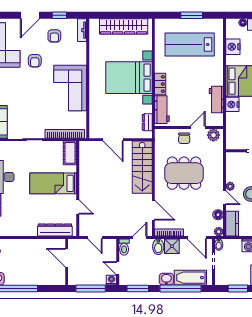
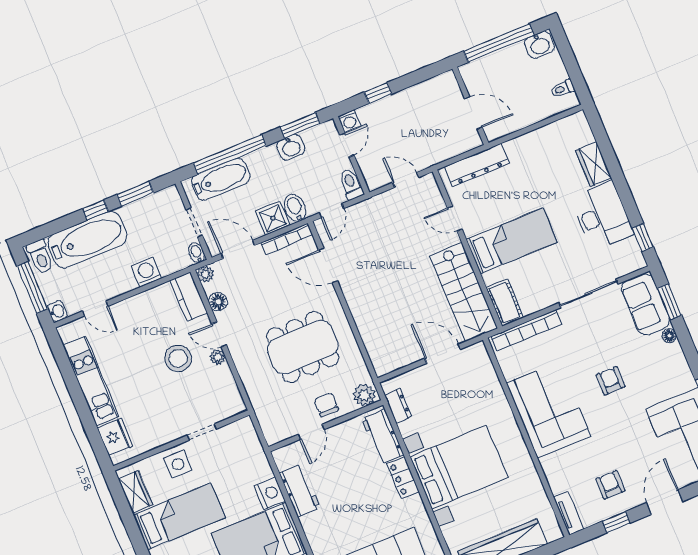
armchair: (35, 61) -> (611, 381), moved
plant: (213, 135) -> (364, 395), moved
stairs: (142, 167) -> (464, 292), moved, turned 180
door: (67, 258) -> (473, 113), moved
wall: (67, 262) -> (470, 106), moved
door: (118, 268) -> (347, 145), hinge flipped
washbasin: (166, 279) -> (291, 147), moved
window: (91, 288) -> (378, 93), width x0.46

